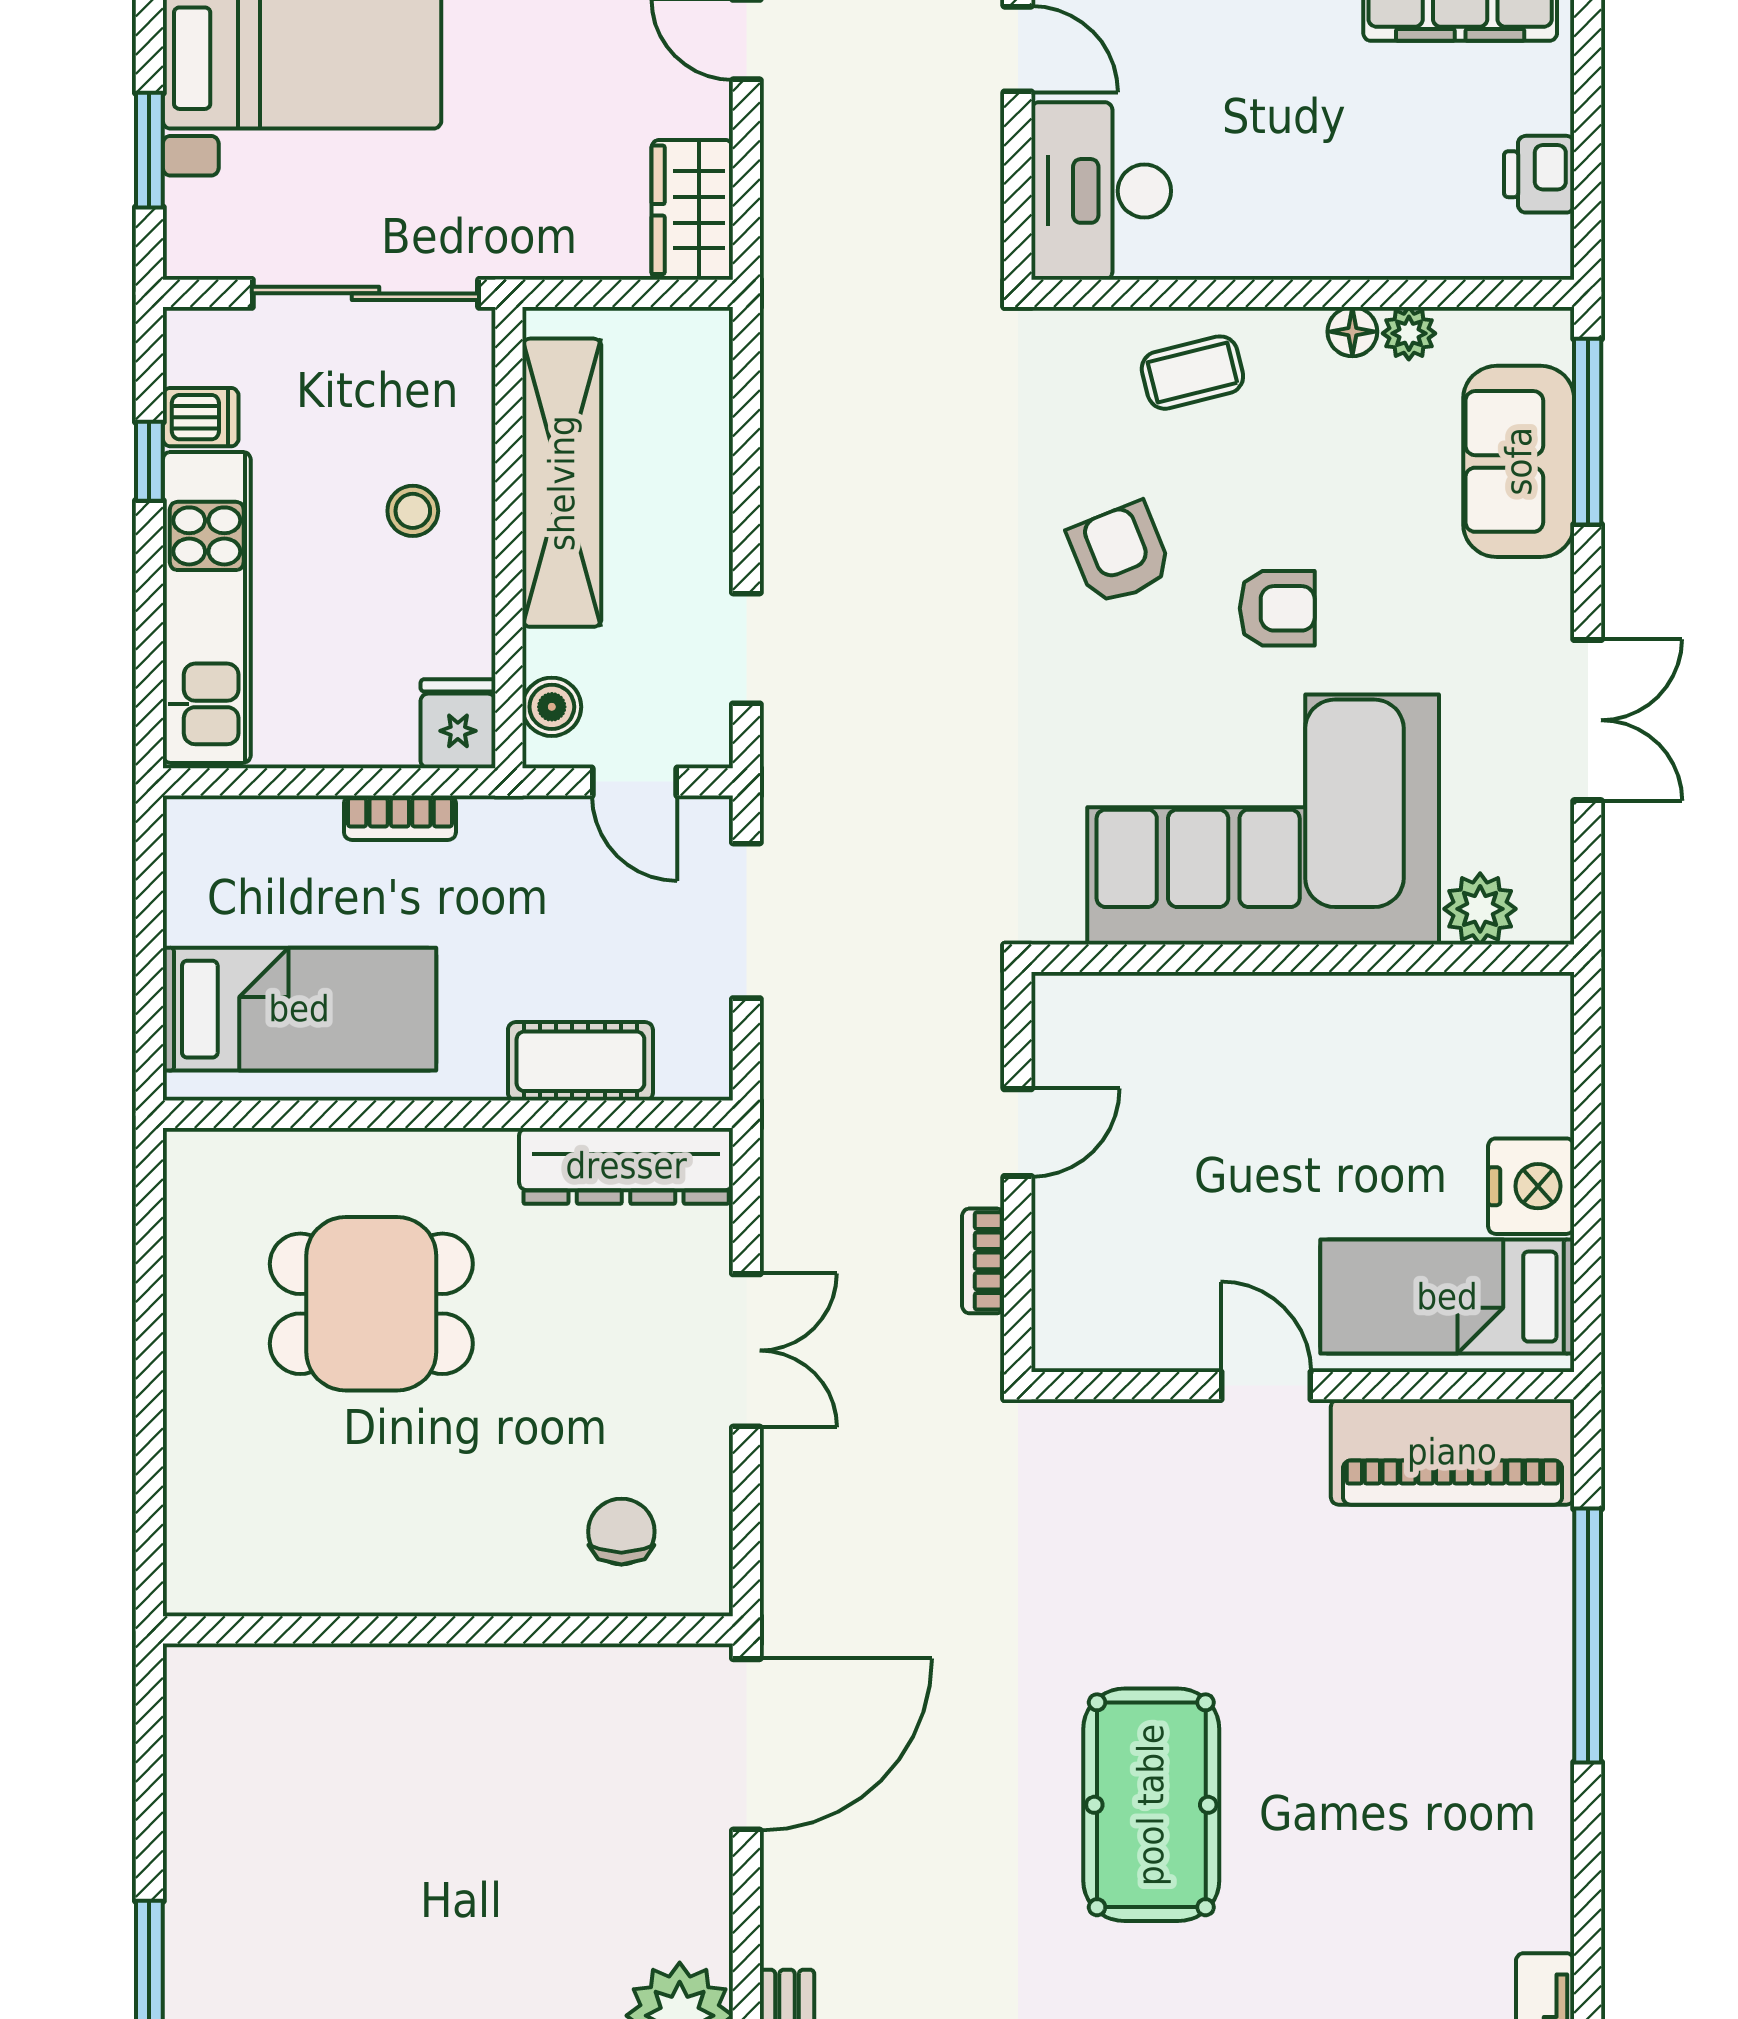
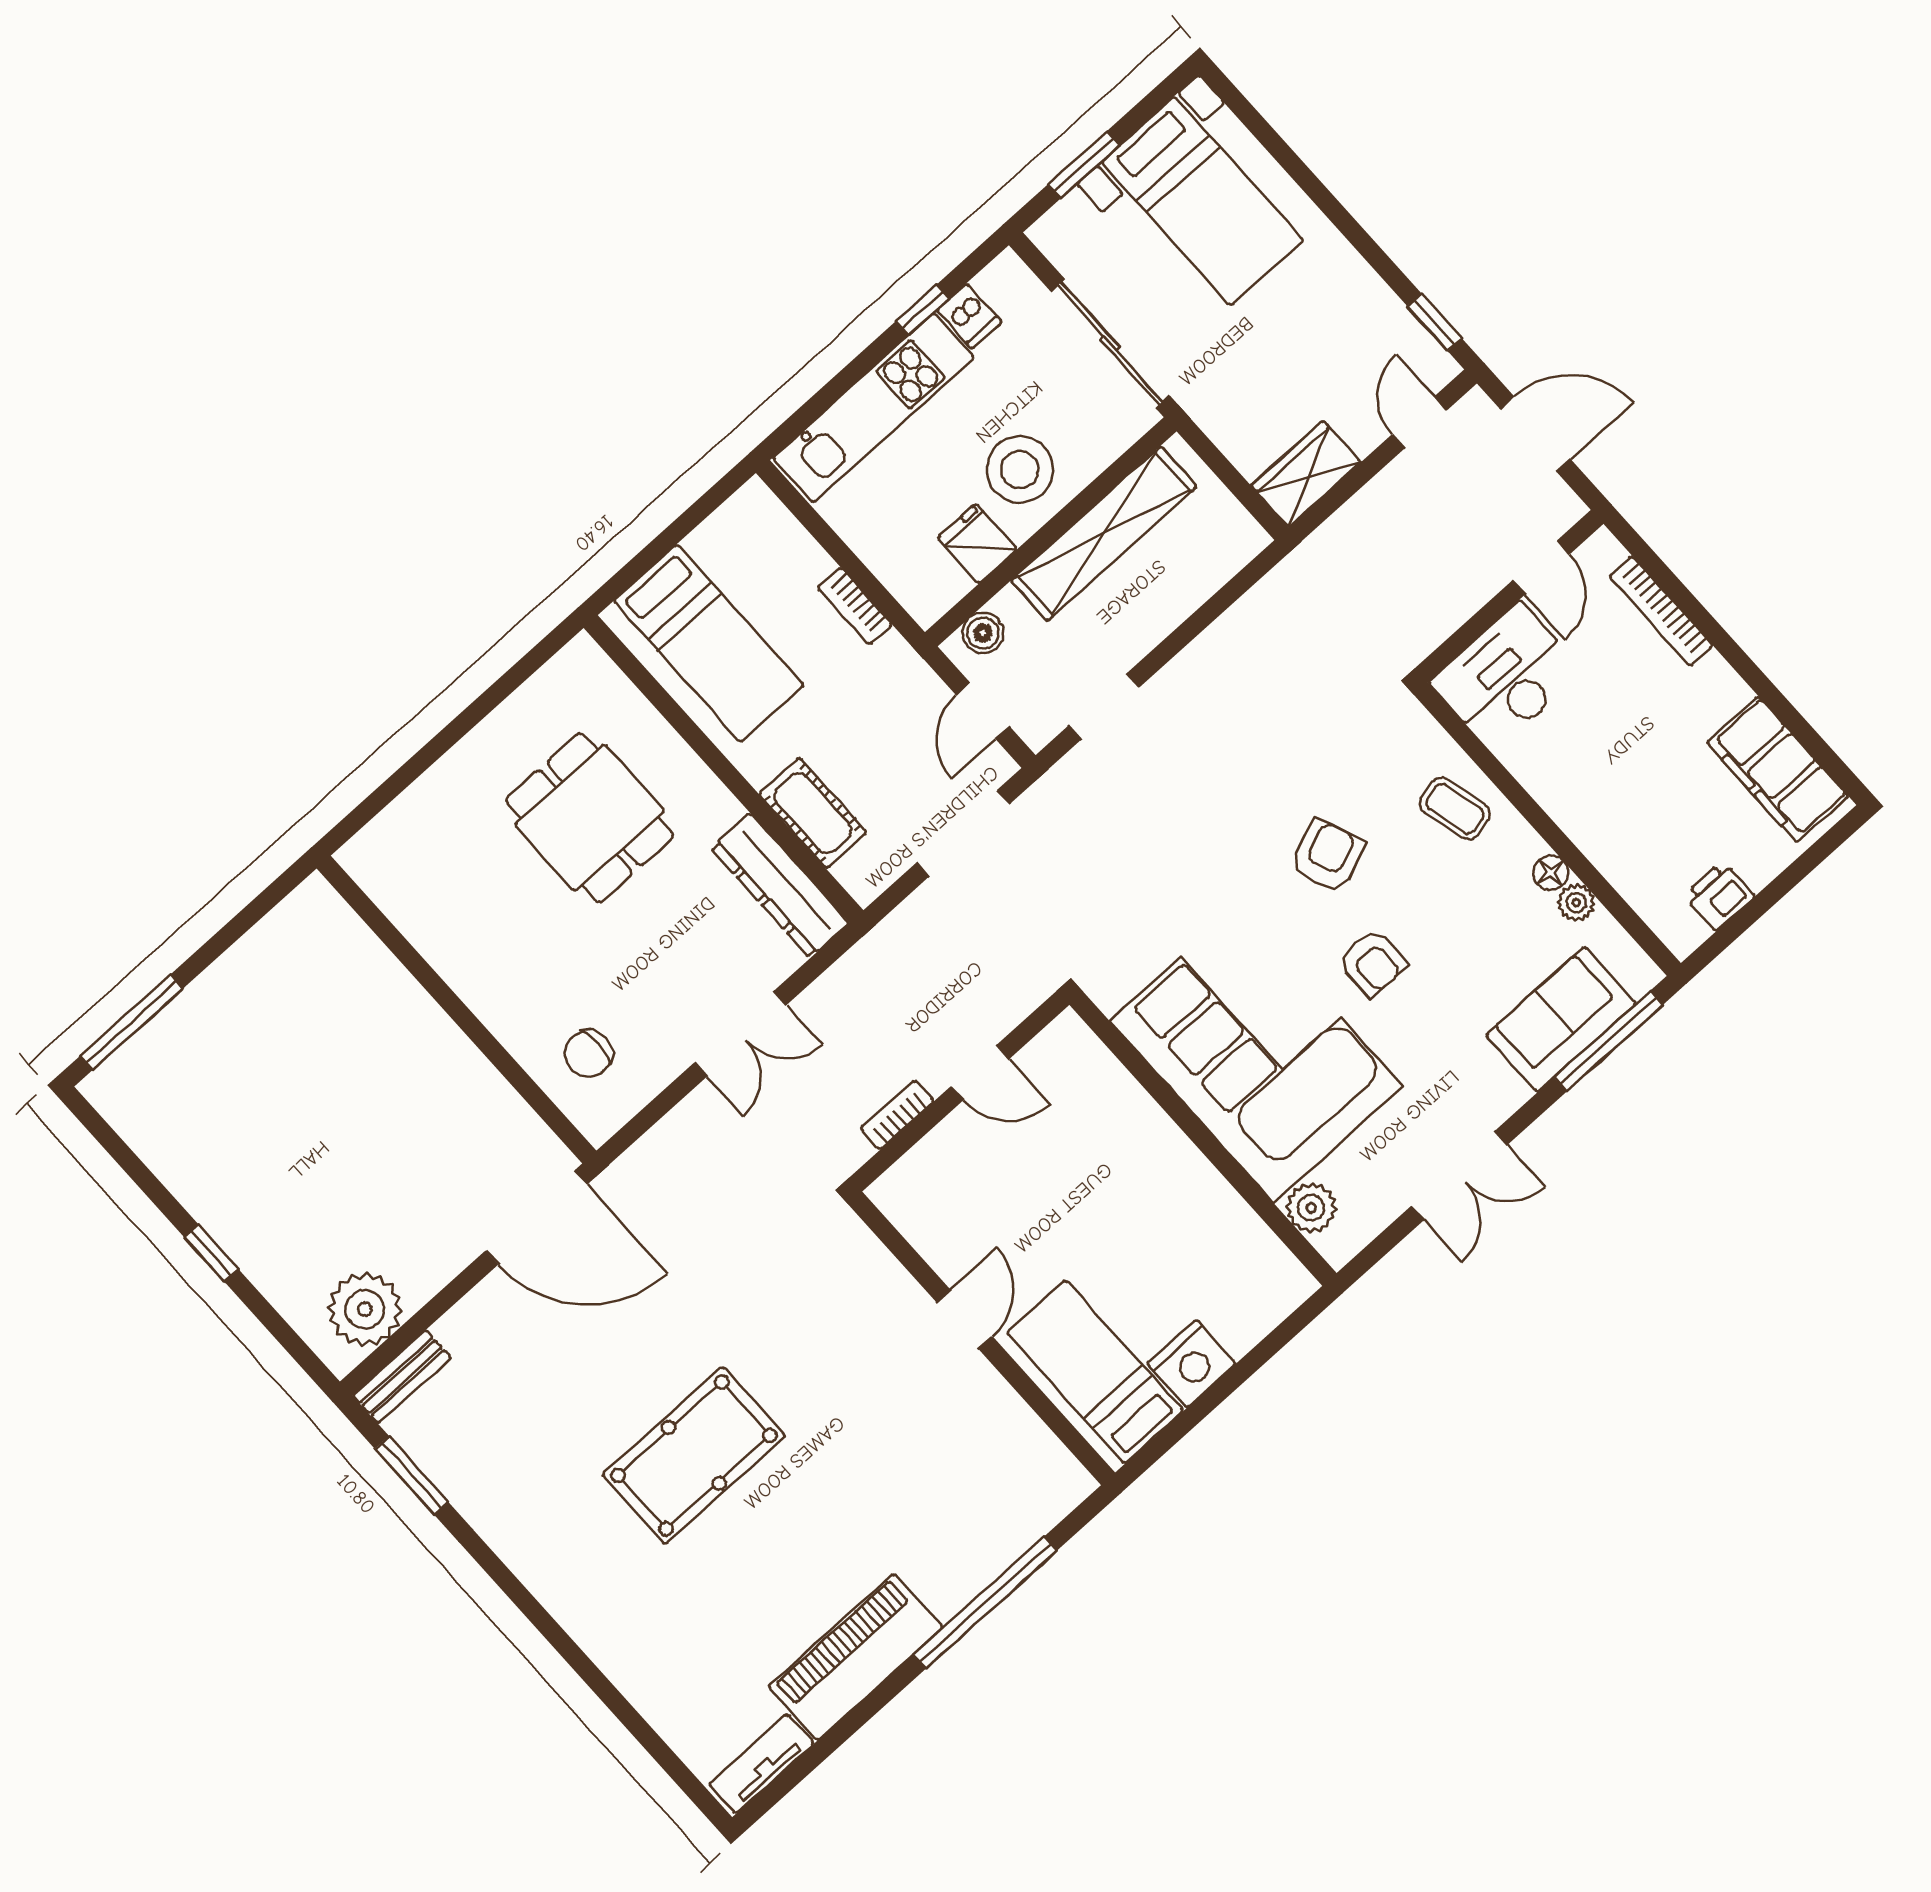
stool: (413, 511) -> (1020, 470), width x1.89, depth x1.89
fridge: (458, 724) -> (977, 543), moved, turned -90
piano: (1452, 1452) -> (855, 1657), moved, turned 90
chair: (621, 1532) -> (588, 1054), turned 180

